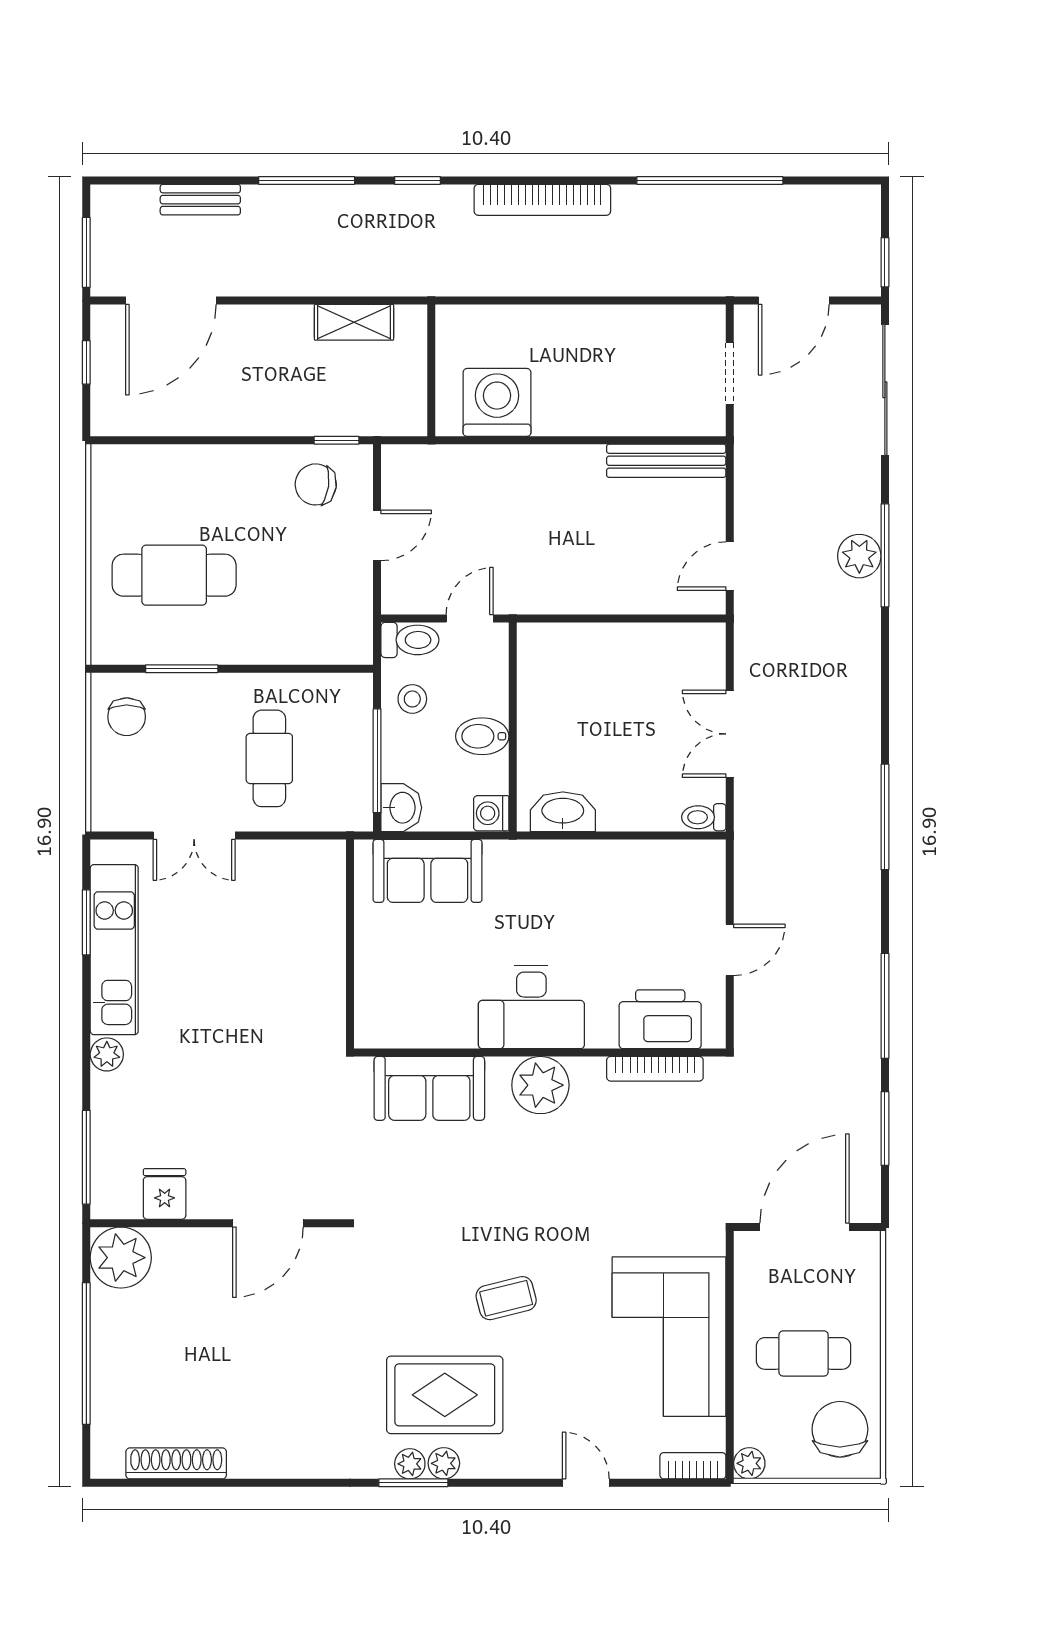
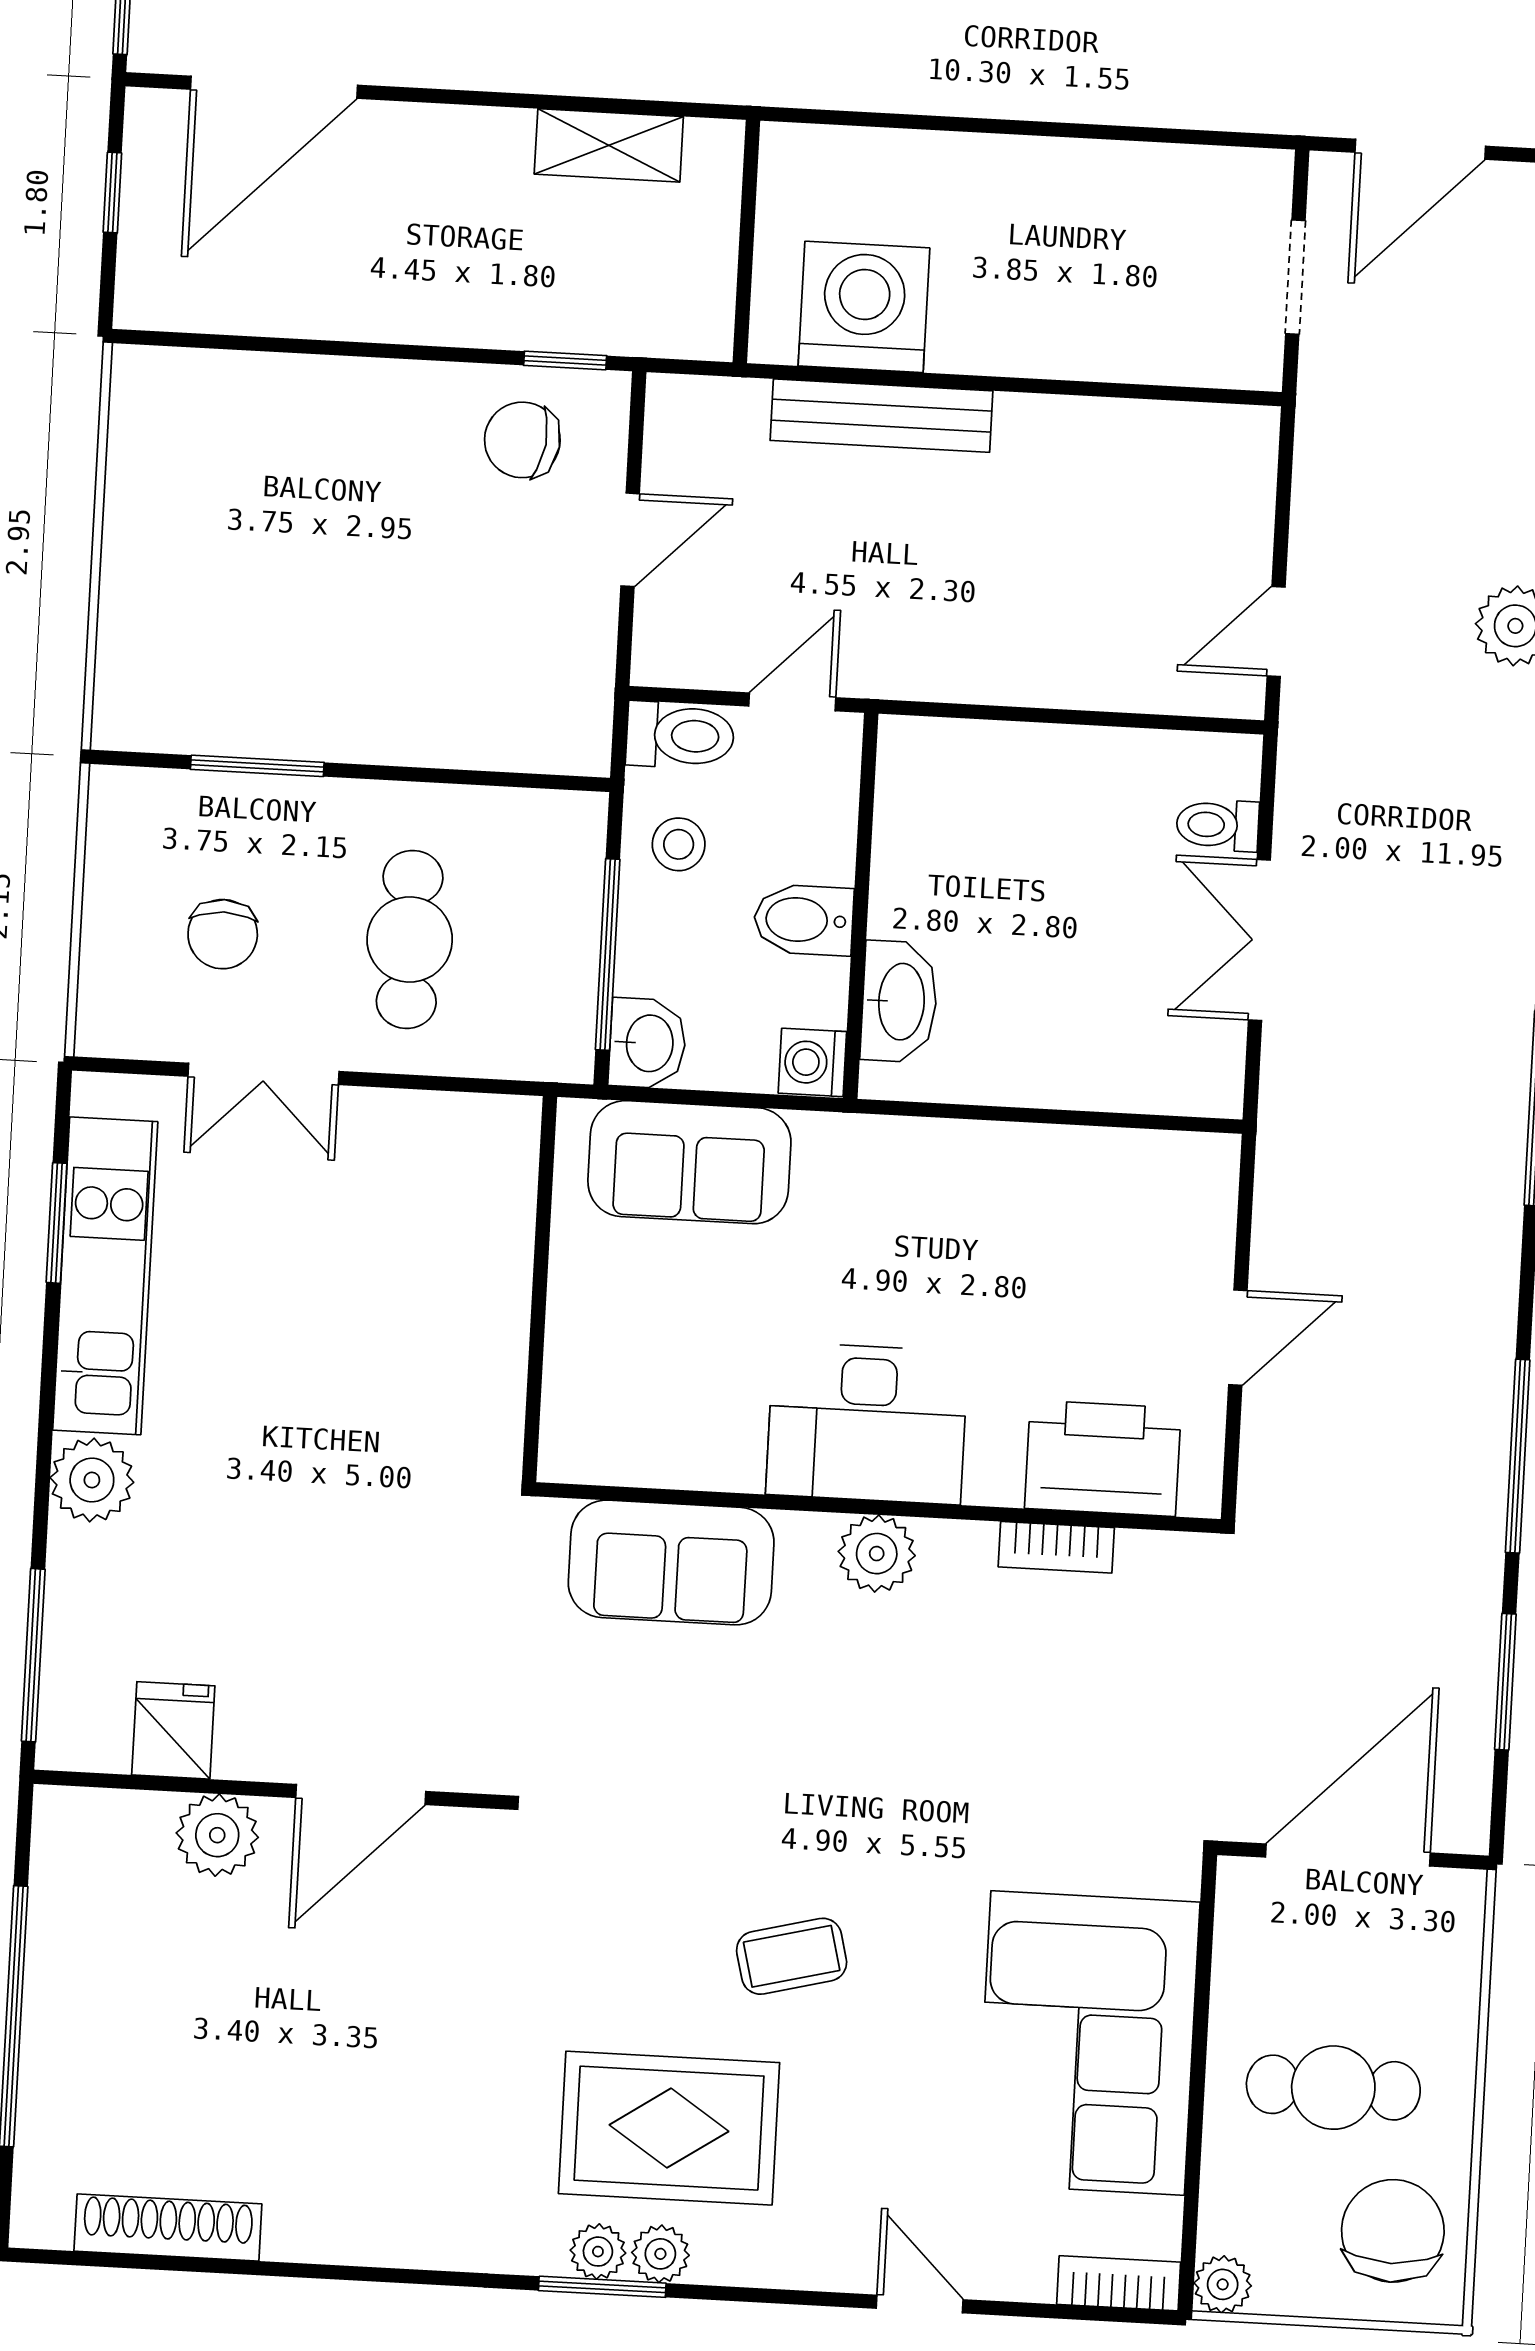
bench: (666, 461) -> (881, 416), moved
cafe table: (174, 575) -> (253, 593), removed
chair: (127, 717) -> (223, 934), moved
washbasin: (563, 812) -> (899, 1002), moved, turned 90
toilet: (704, 817) -> (1218, 825), moved
plant: (107, 1054) -> (92, 1480), width x1.38, depth x1.38
bookcase: (655, 1069) -> (1056, 1547), width x0.64
plant: (540, 1085) -> (877, 1554), width x0.73, depth x0.73
plant: (121, 1258) -> (217, 1835), moved, width x0.73, depth x0.73

